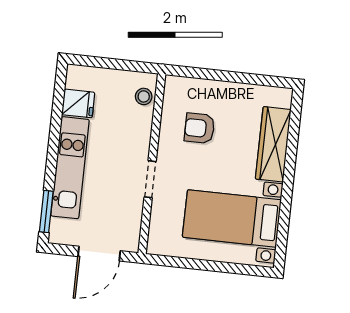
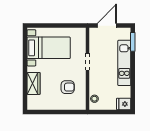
fridge: (78, 103) -> (124, 104), moved
wardrobe: (273, 144) -> (34, 83), width x0.67

